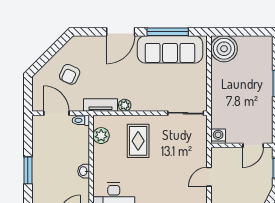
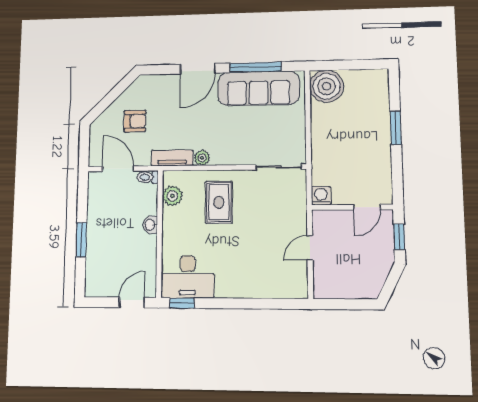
armchair: (70, 74) -> (135, 121), turned -115
washbasin: (84, 171) -> (150, 225), moved

